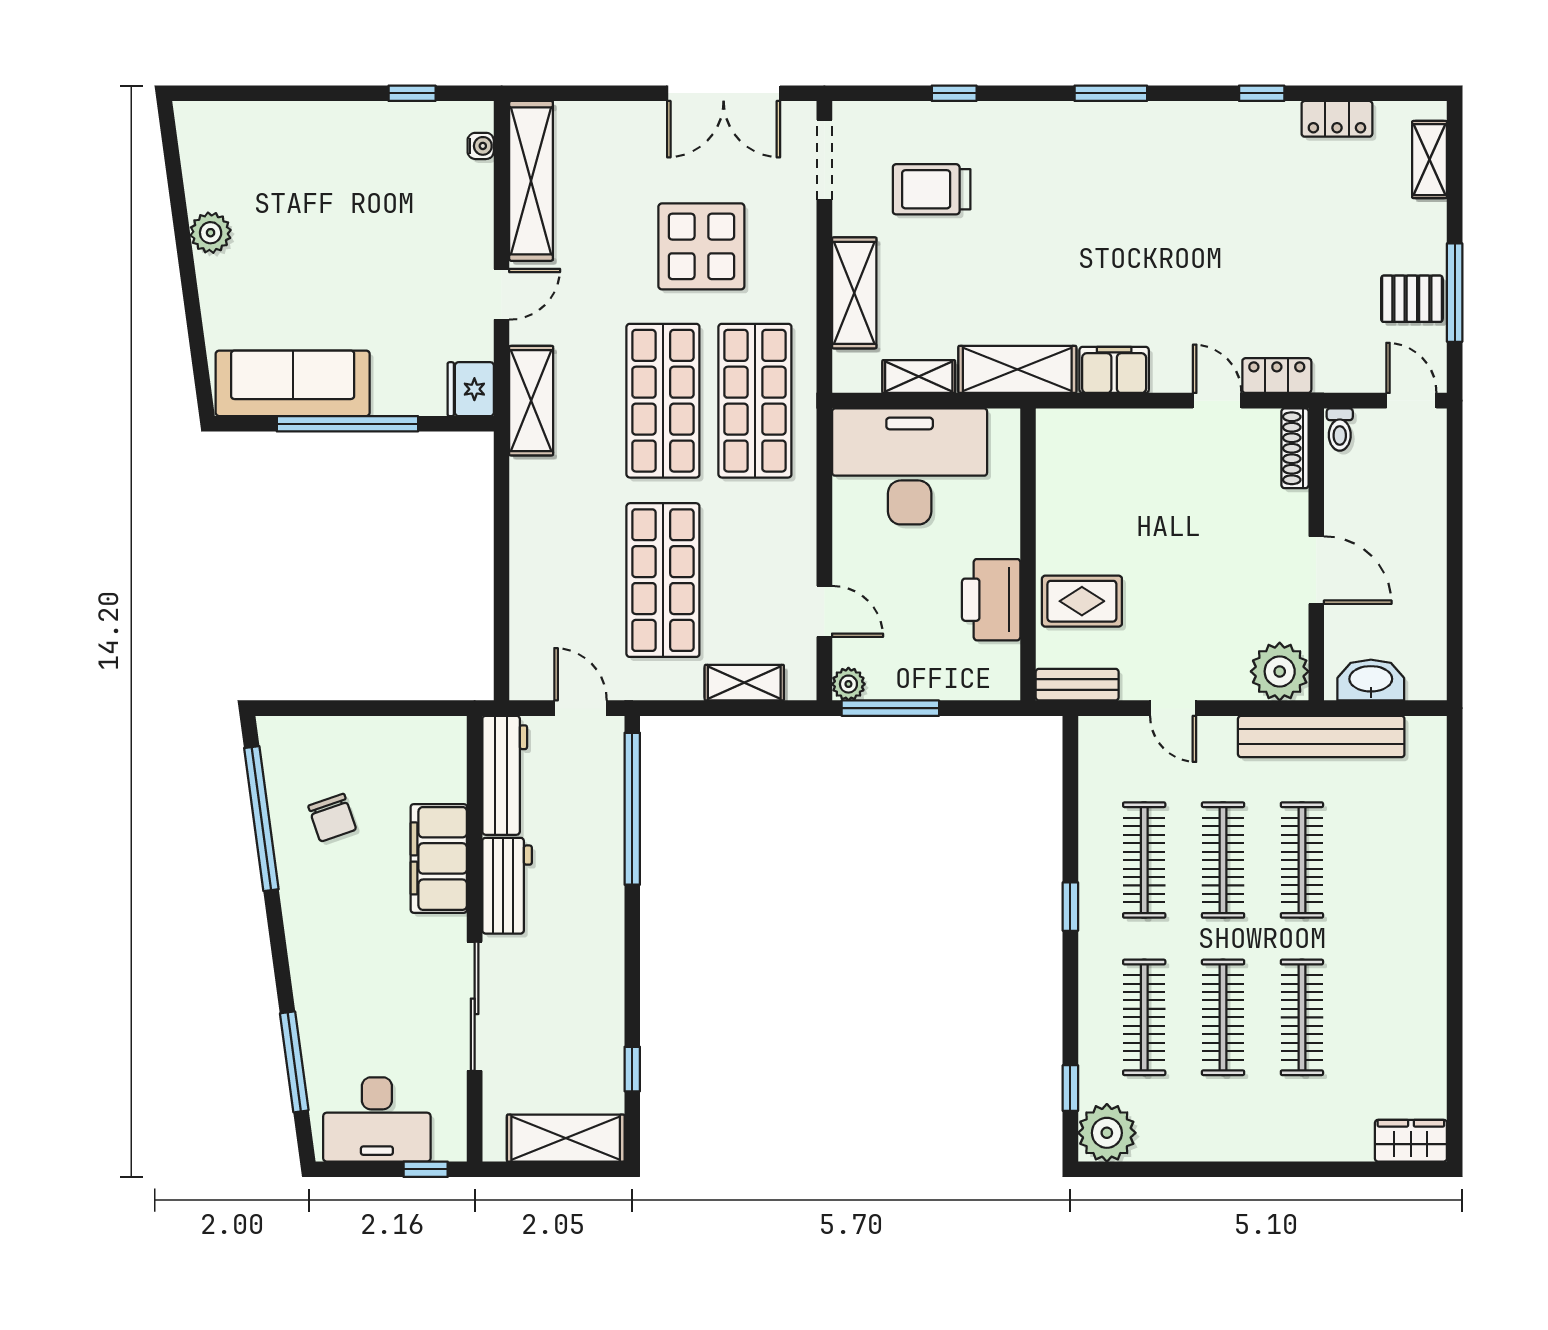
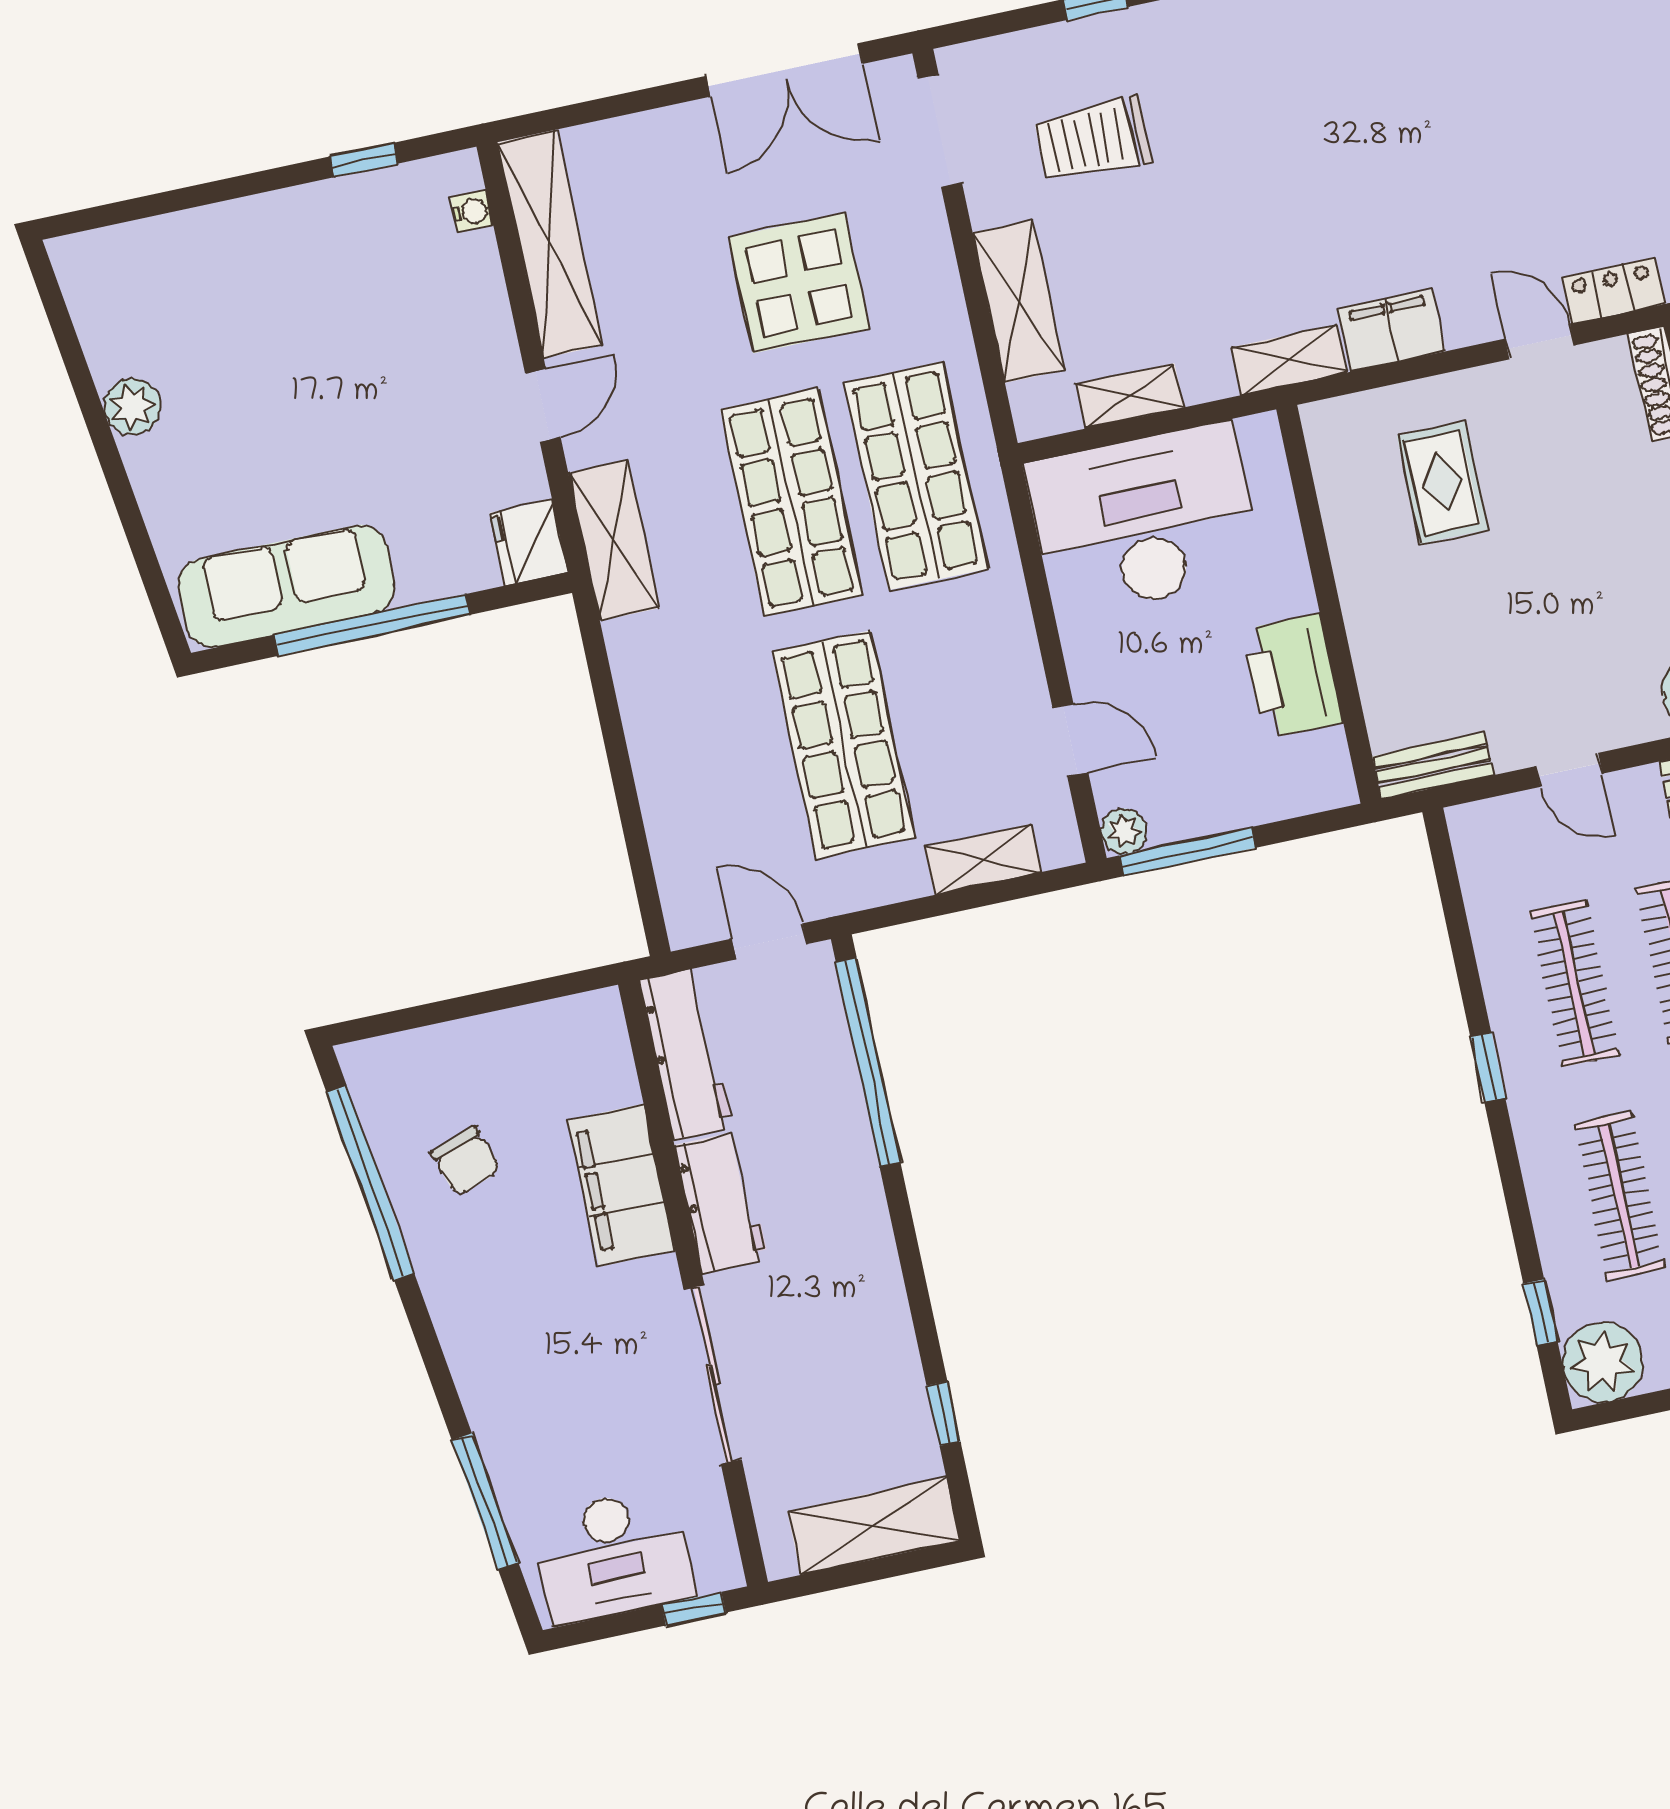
shelving: (1017, 369) -> (1289, 360), width x0.67, depth x0.75
rug: (1082, 601) -> (1443, 483), moved, turned 90

